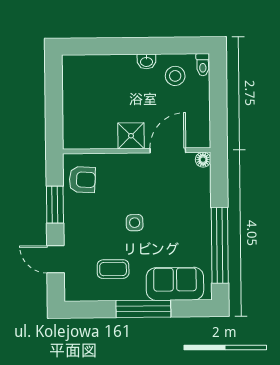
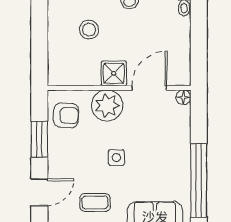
stool: (175, 76) -> (89, 30), moved
plant: (124, 169) -> (107, 106), added
door: (55, 259) -> (39, 192), swing flipped

